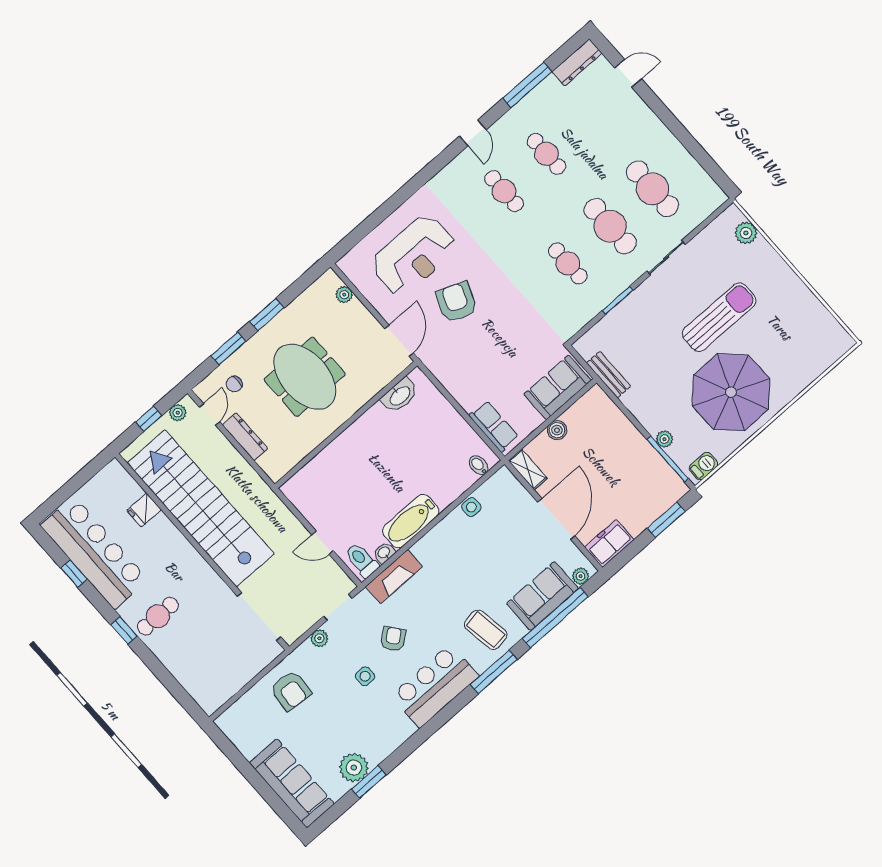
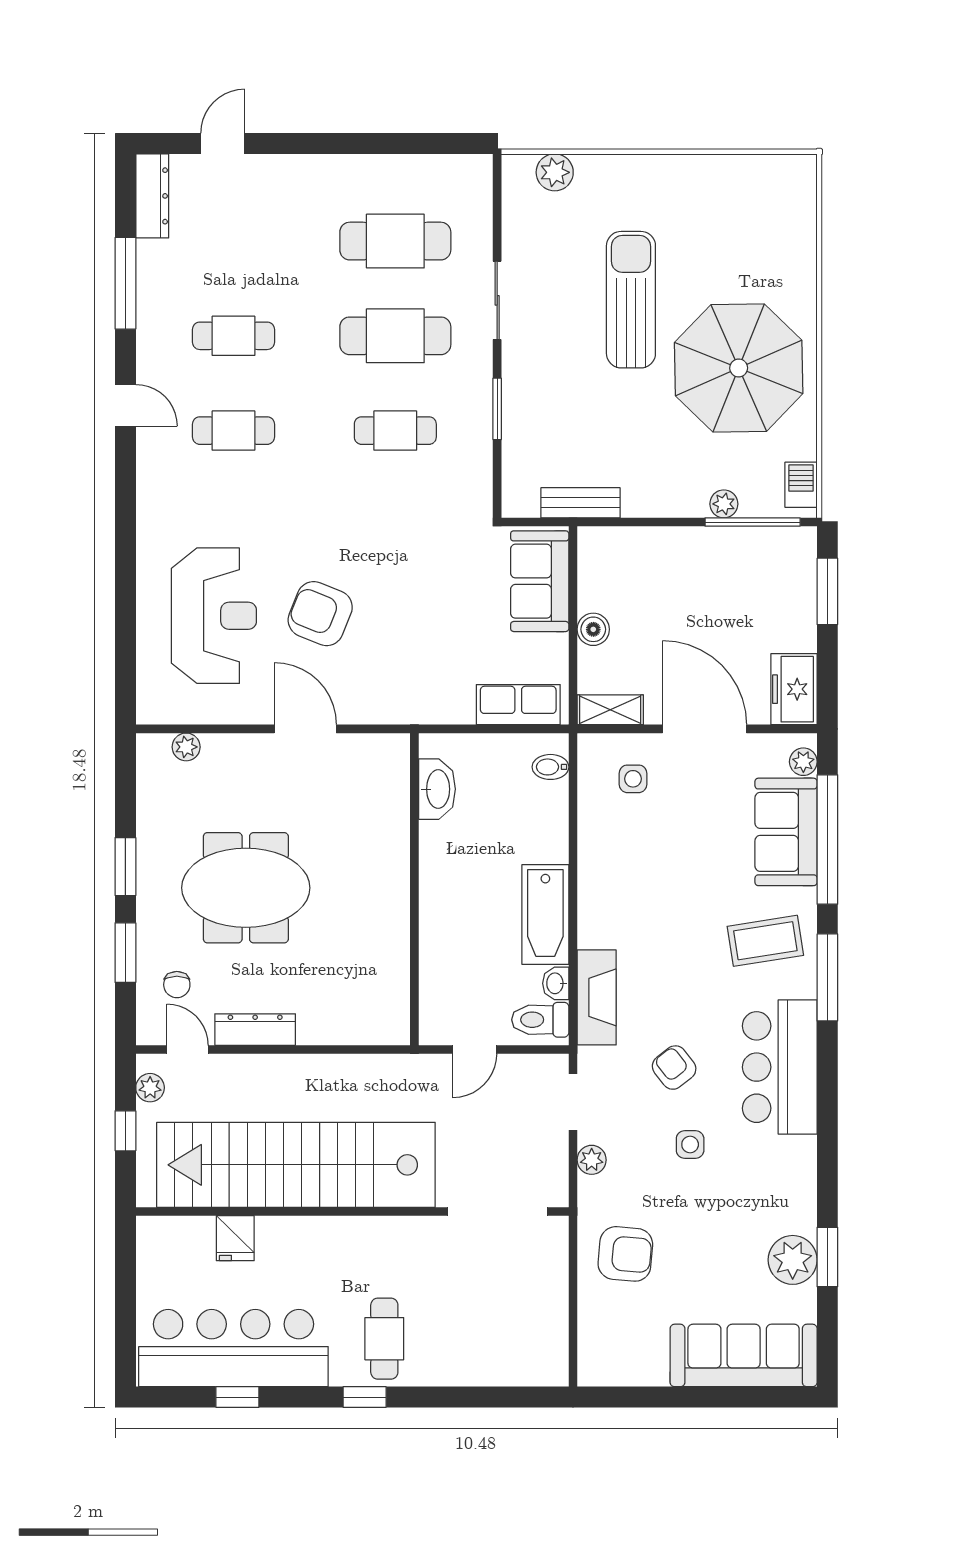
washbasin: (400, 396) -> (437, 789), moved
wall: (346, 425) -> (414, 889), moved
side table: (471, 507) -> (633, 779), moved

